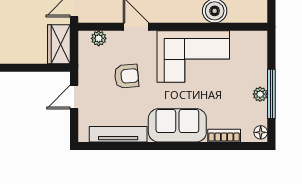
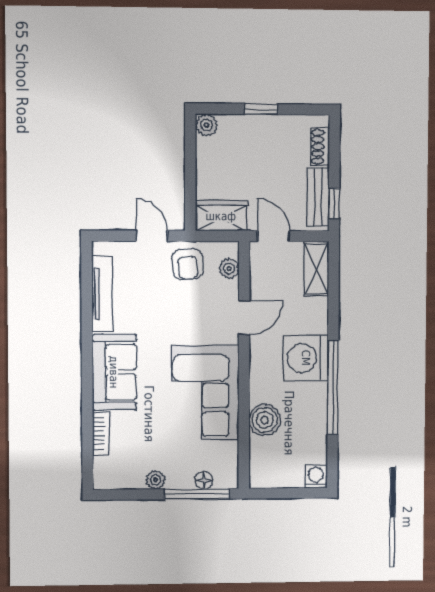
armchair: (127, 76) -> (188, 264), moved
window: (271, 94) -> (197, 494), moved
floor lamp: (261, 132) -> (204, 480), moved

